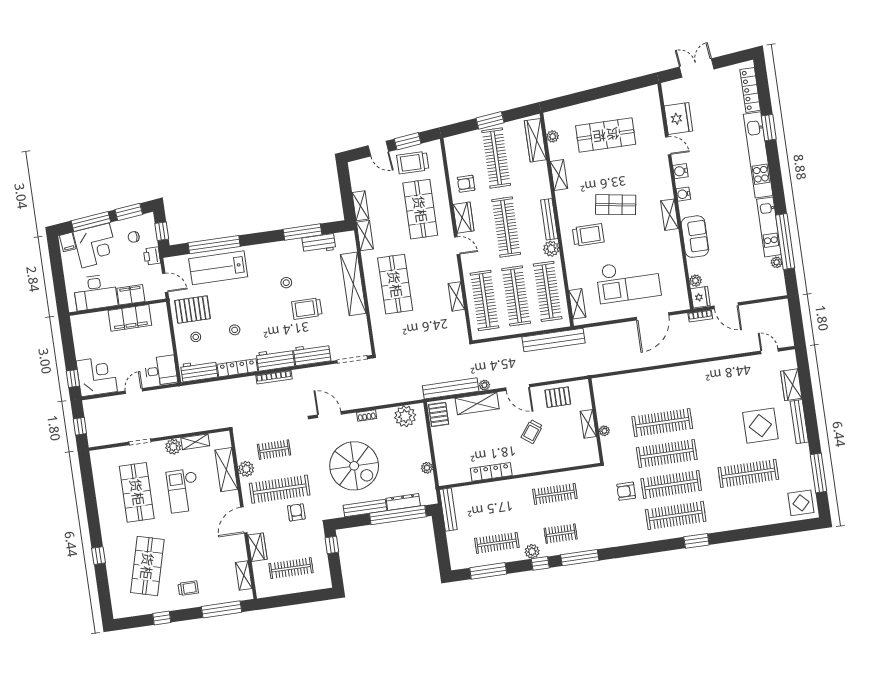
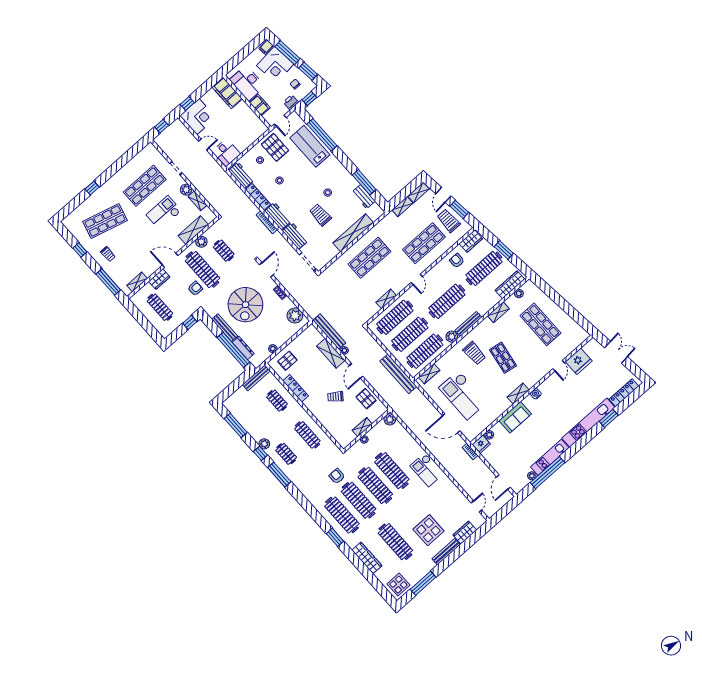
water cooler: (680, 171) -> (548, 383), removed
wardrobe: (463, 218) -> (471, 241), moved
shelving: (365, 236) -> (419, 192), moved
door: (726, 306) -> (503, 482), moved
filing cabinet: (130, 318) -> (227, 93), moved
checkout: (688, 381) -> (427, 470), added
plant: (601, 385) -> (390, 419), added
pallet: (439, 414) -> (287, 361), moved
wardrobe: (745, 519) -> (367, 558), added
clothes rail: (497, 543) -> (277, 401), moved, width x0.73

